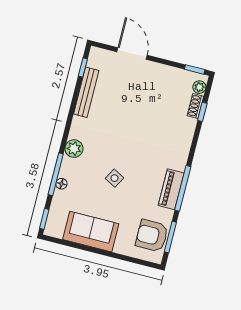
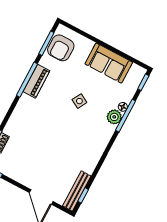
bench: (86, 92) -> (77, 191), moved
plant: (74, 149) -> (114, 117), moved
armchair: (152, 236) -> (61, 48), turned 90

